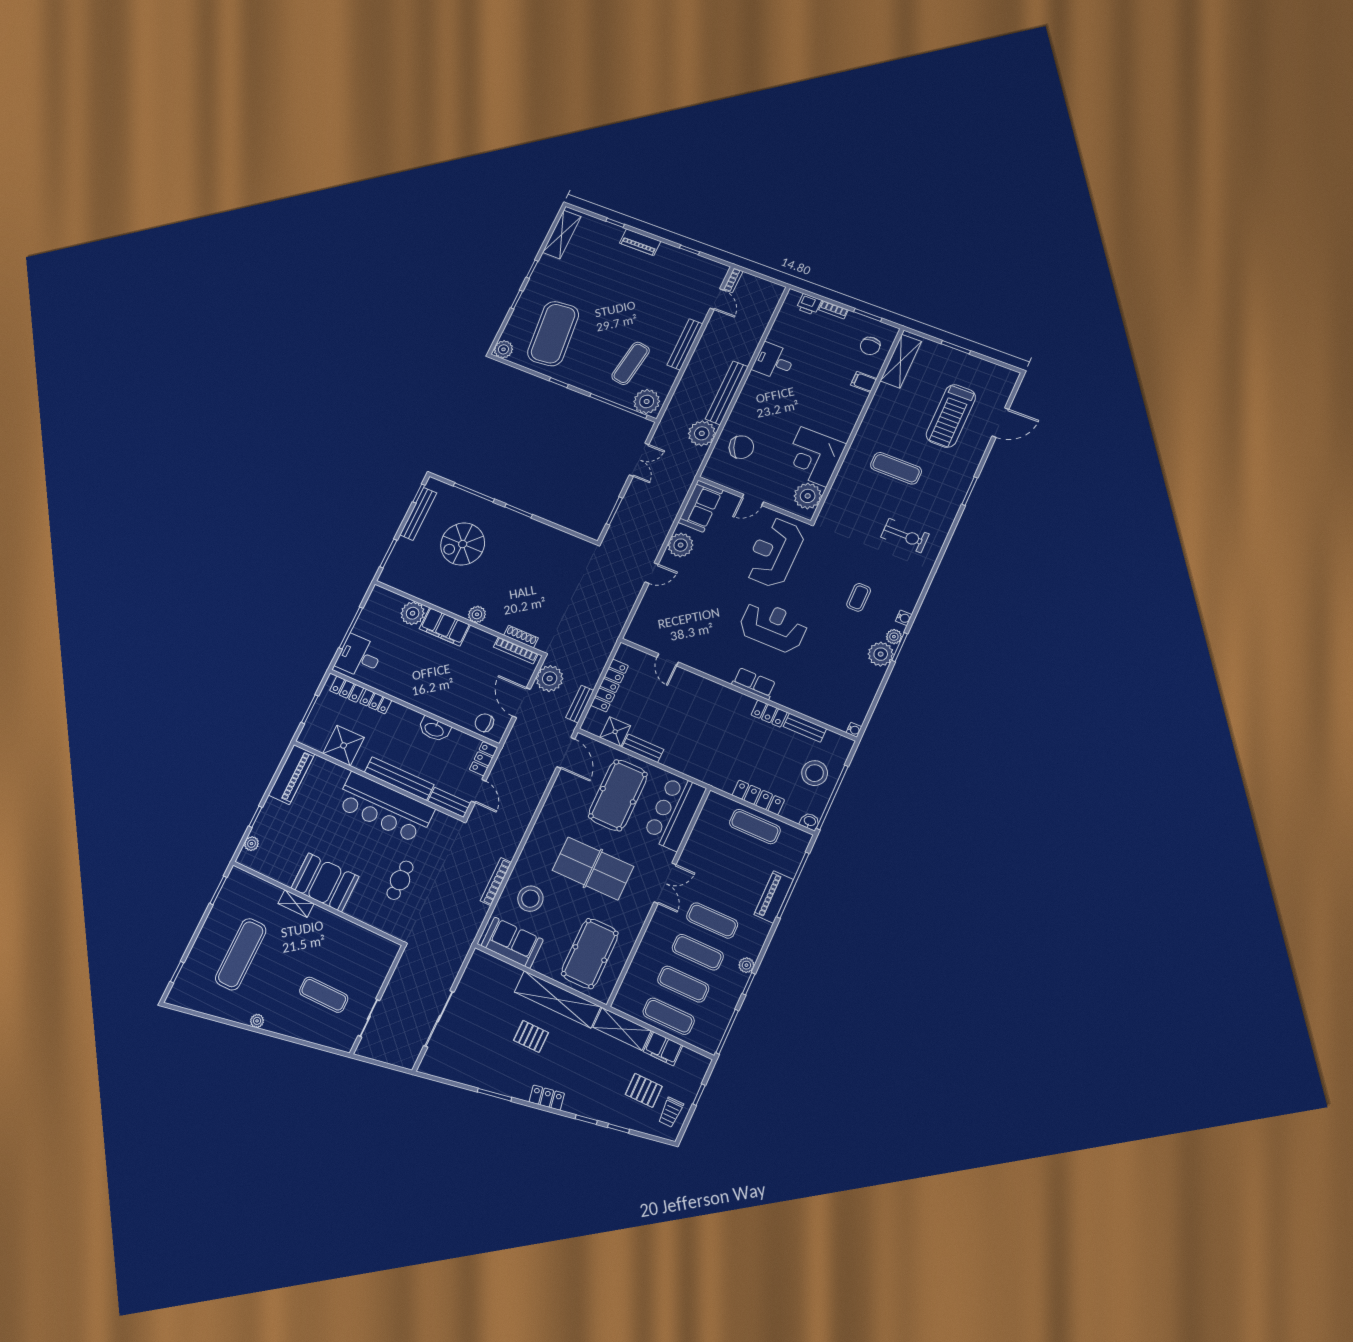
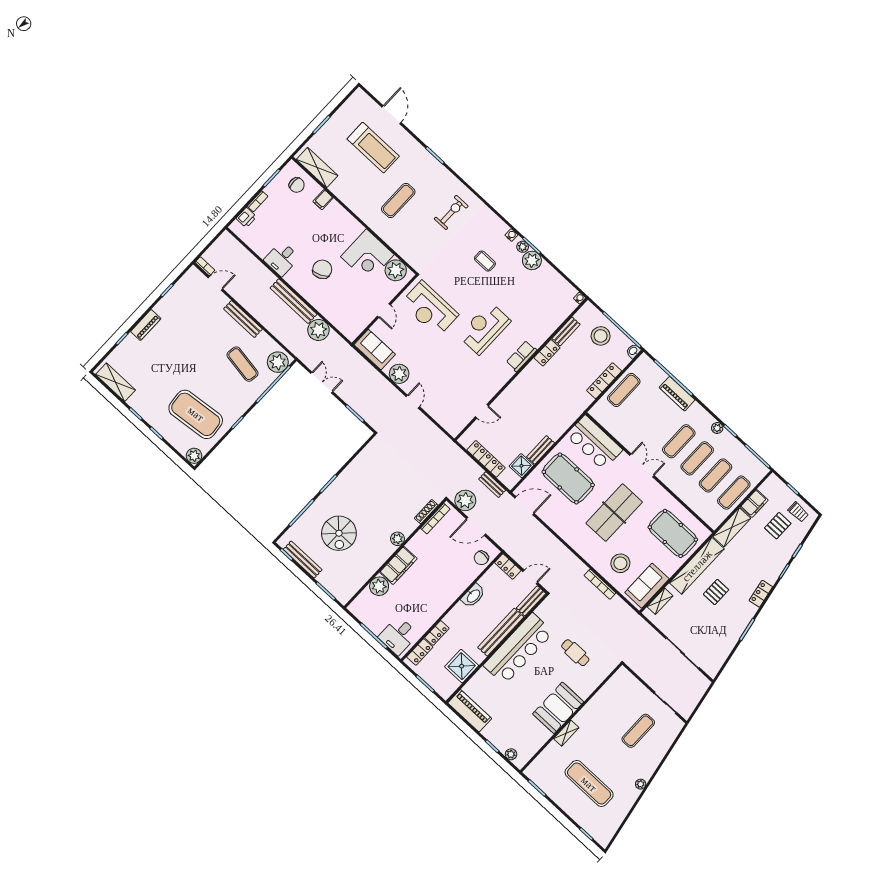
chair: (741, 447) -> (322, 269), moved
shelving: (497, 967) -> (660, 601), added

